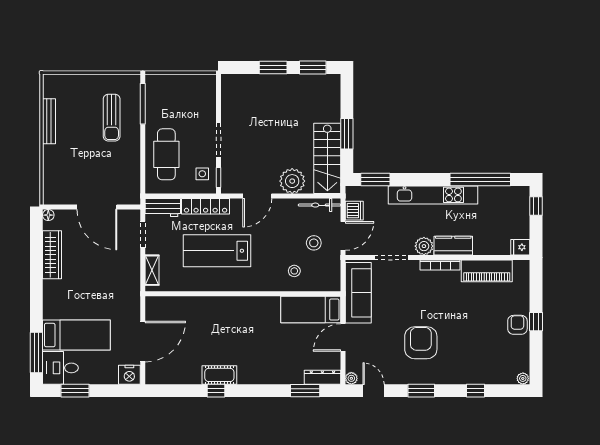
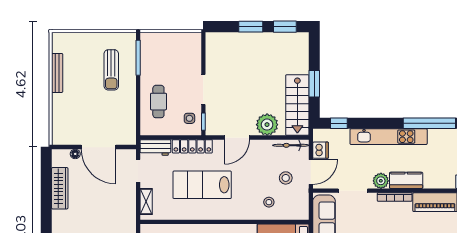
cafe table: (166, 154) -> (158, 102), width x0.73, depth x0.74
window: (375, 179) -> (339, 123), width x0.67
floor lamp: (48, 215) -> (75, 154), moved

